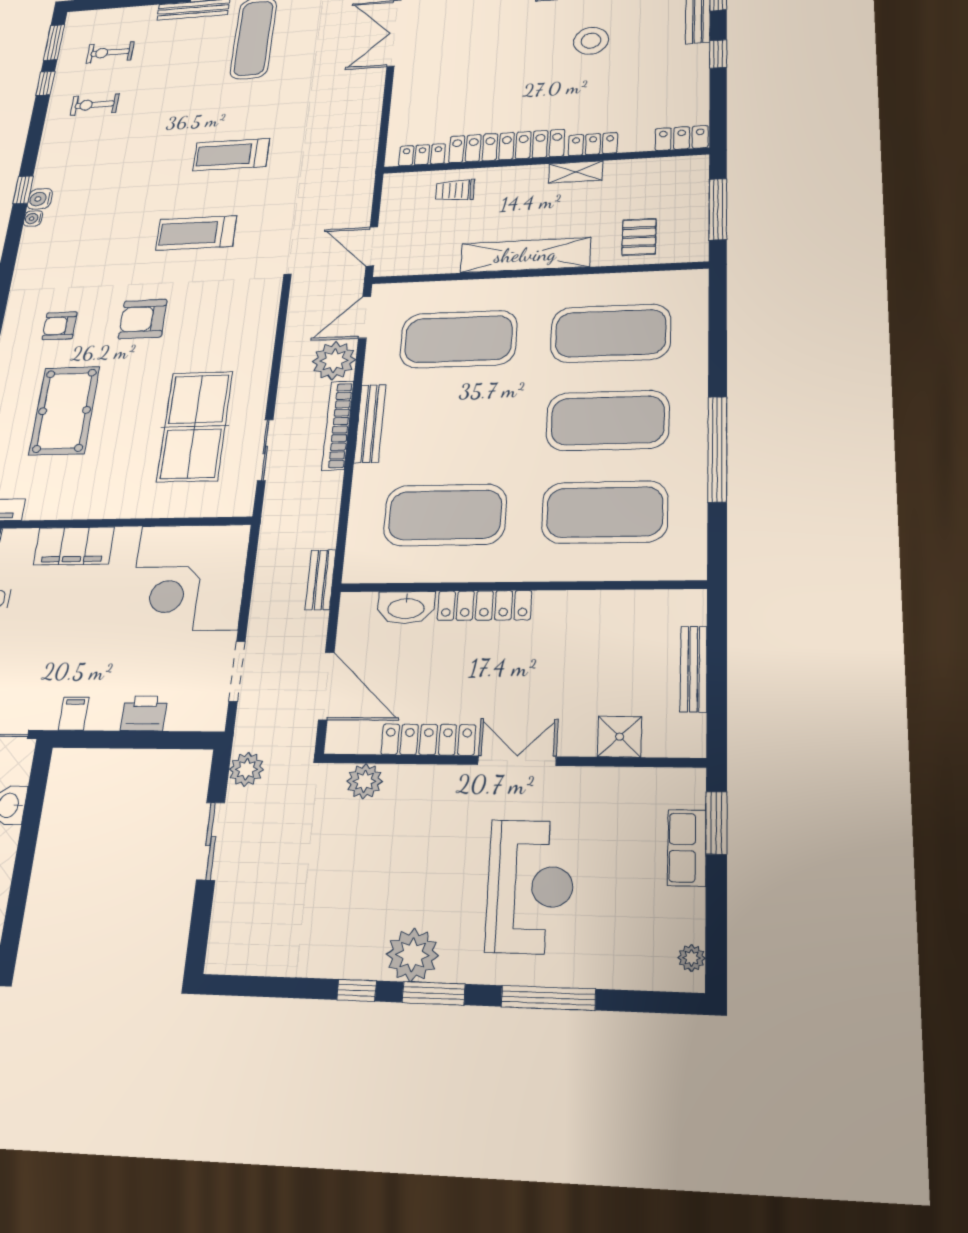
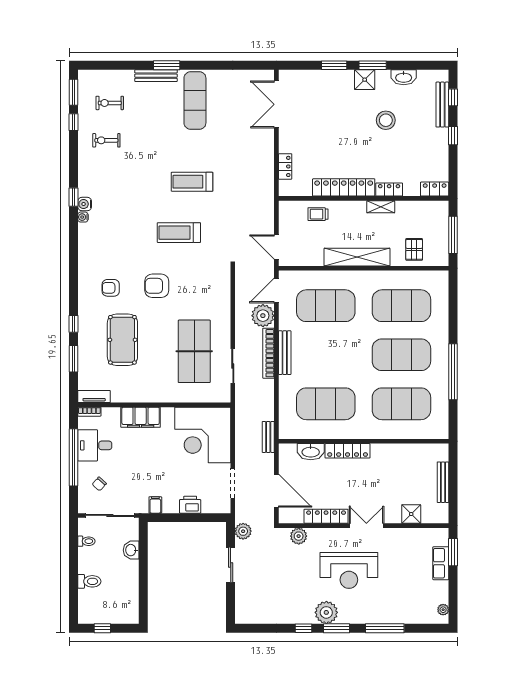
locker: (422, 155) -> (285, 166), moved, turned 90
reception desk: (530, 886) -> (349, 570), moved, turned 90

